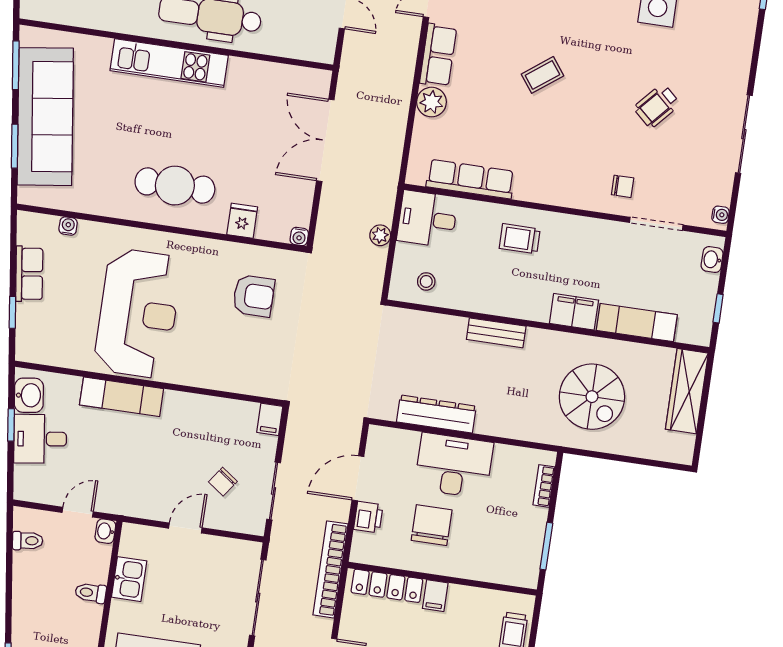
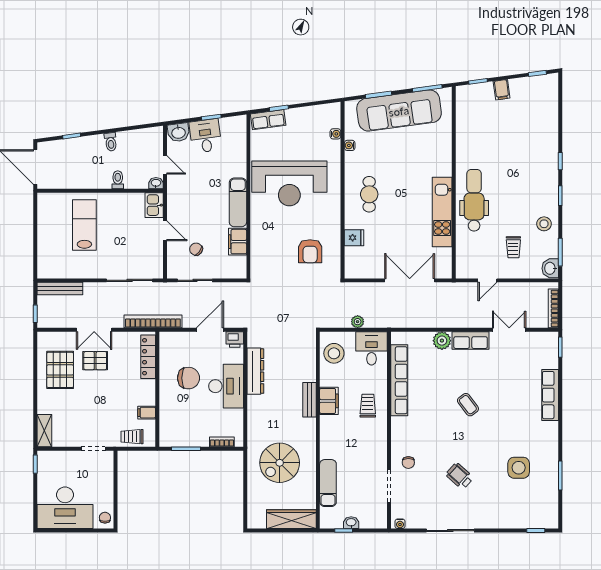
kitchen unit: (169, 63) -> (442, 212), moved
row of seats: (470, 179) -> (399, 380), width x1.36
cafe table: (175, 186) -> (369, 194), width x0.73, depth x0.74
water cooler: (299, 236) -> (350, 145), moved
washbasin: (712, 260) -> (351, 523), moved
row of seats: (29, 274) -> (268, 120), moved
stool: (426, 281) -> (334, 353), width x1.89, depth x1.89
filing cabinet: (574, 312) -> (329, 401), moved
washbasin: (29, 395) -> (178, 132), moved
exam couch: (122, 397) -> (238, 202), moved
filing cabinet: (270, 419) -> (238, 242), moved, width x2.00
door: (358, 478) -> (210, 330), hinge flipped
printer: (368, 517) -> (235, 339), moved
toilet: (28, 541) -> (111, 142), moved
kitchen sink: (129, 579) -> (154, 205), moved, turned 90
filing cabinet: (435, 596) -> (147, 413), moved

